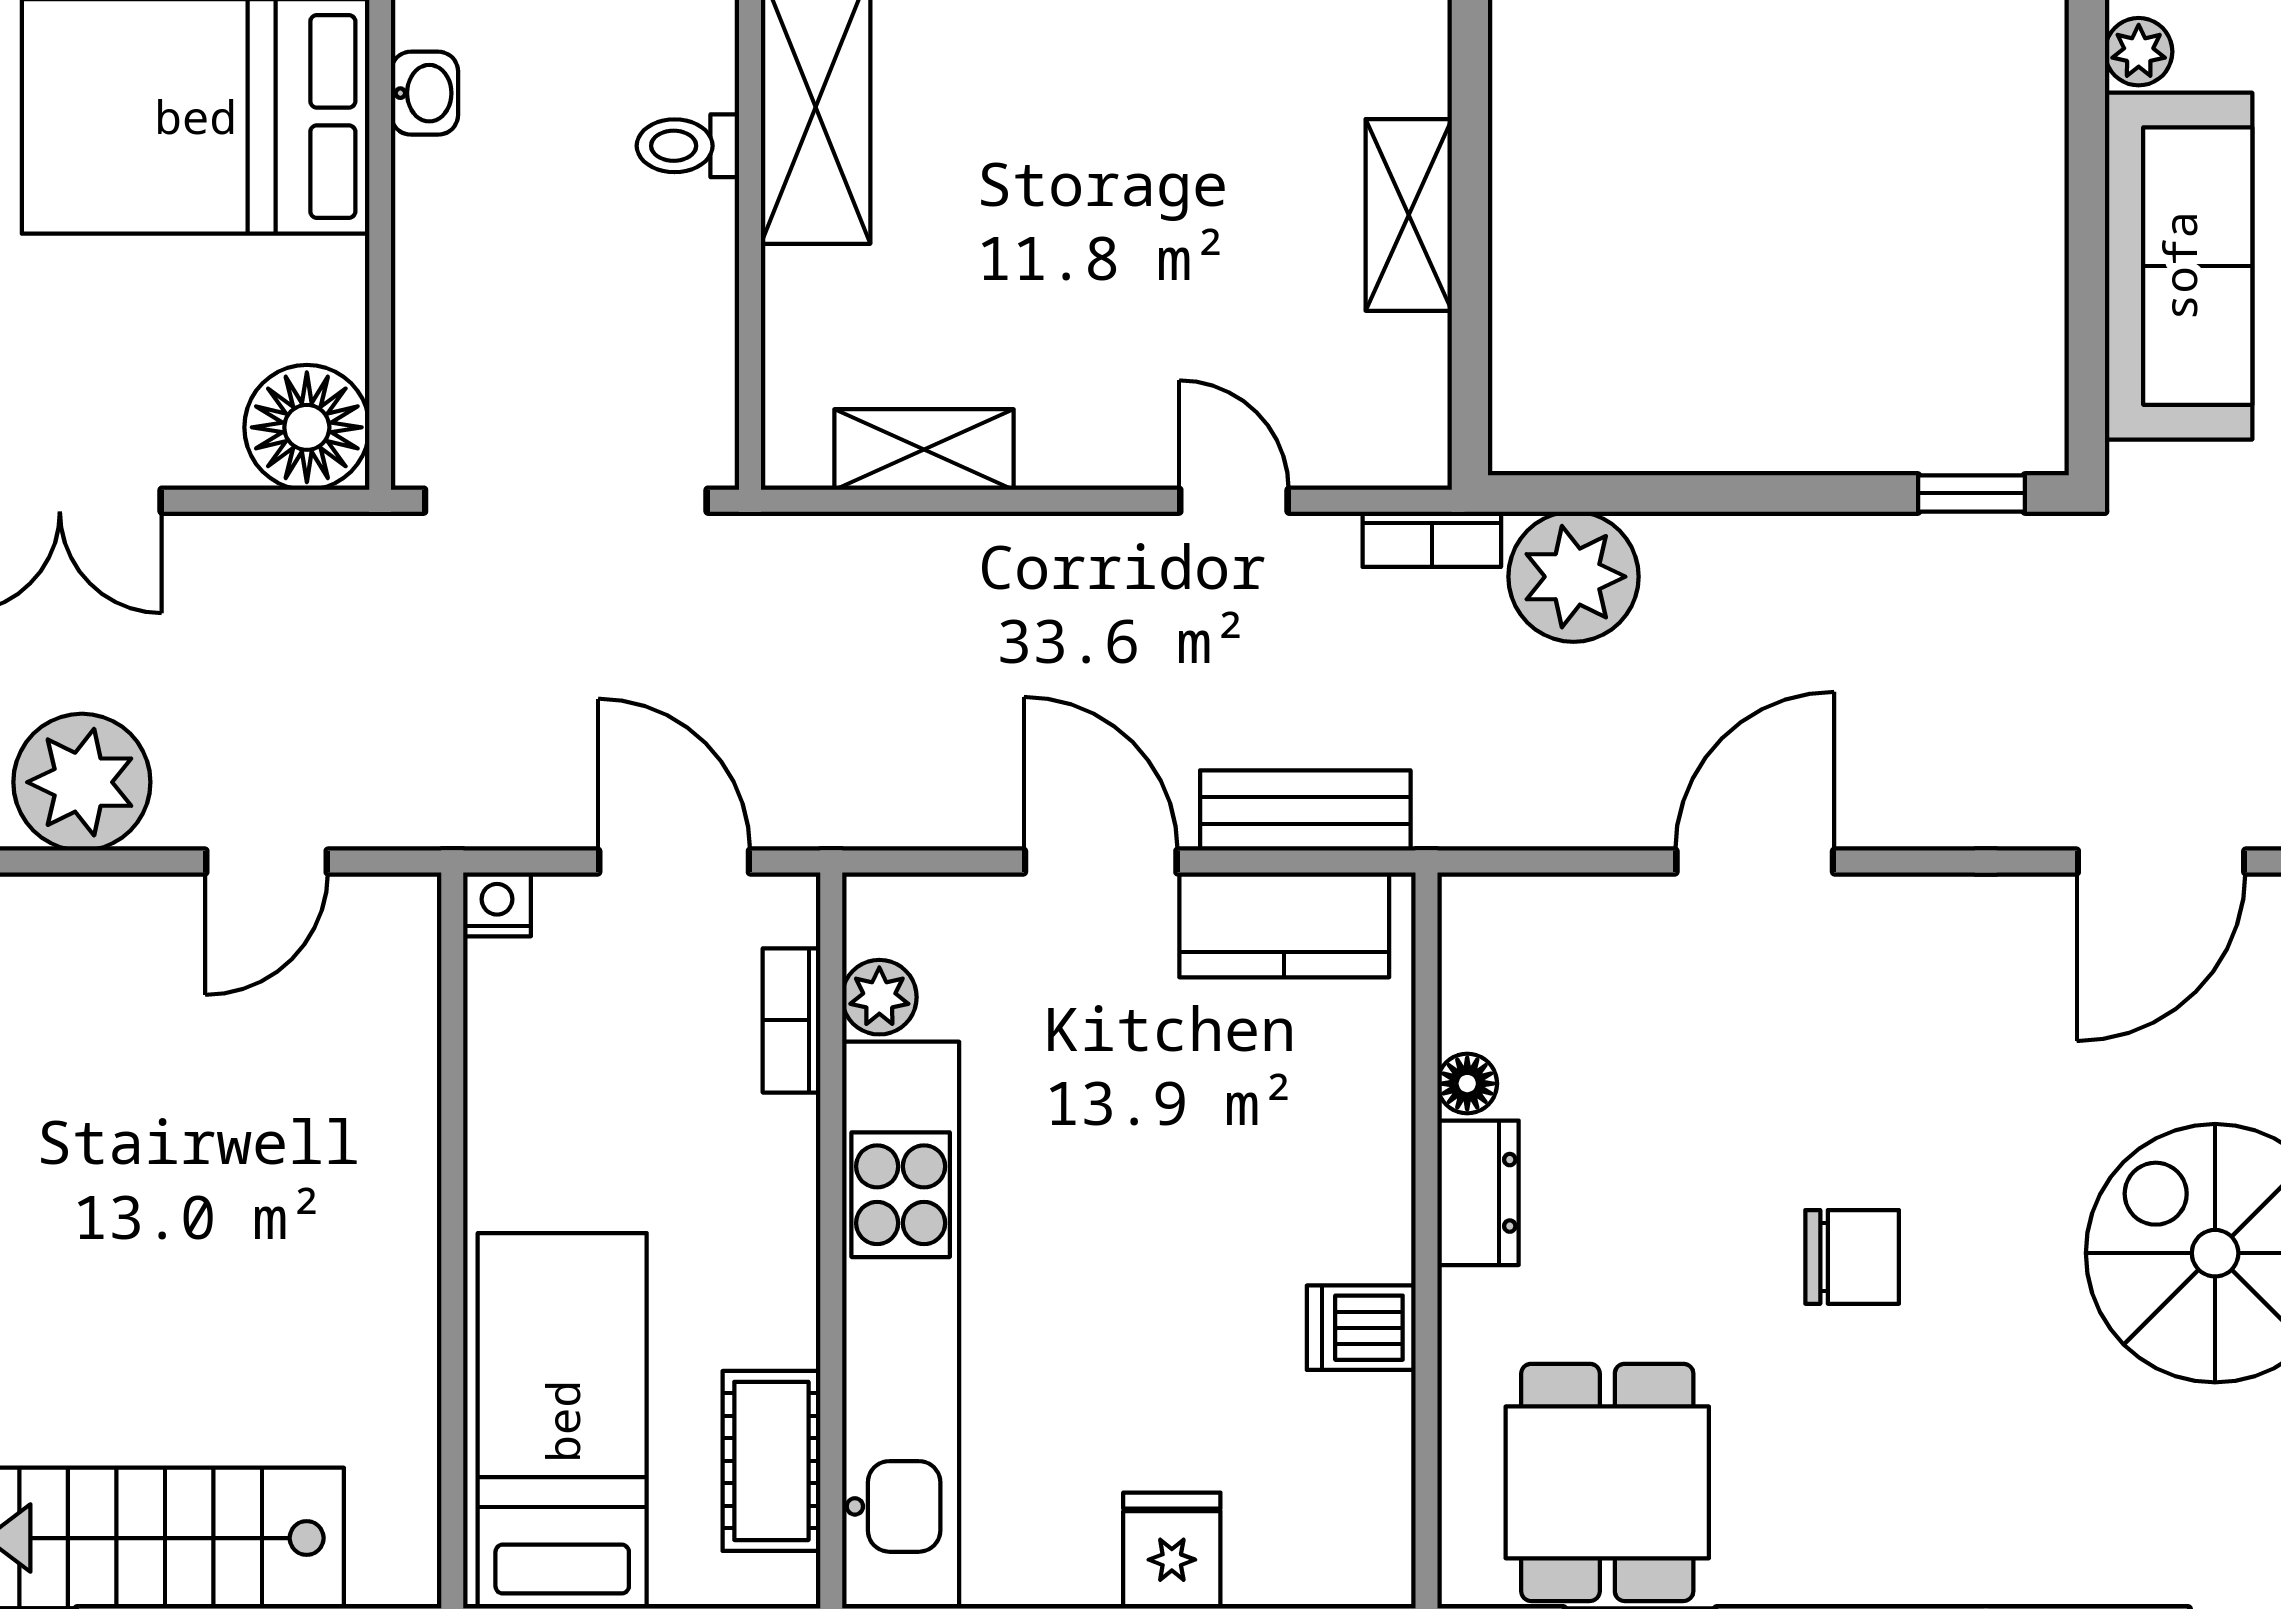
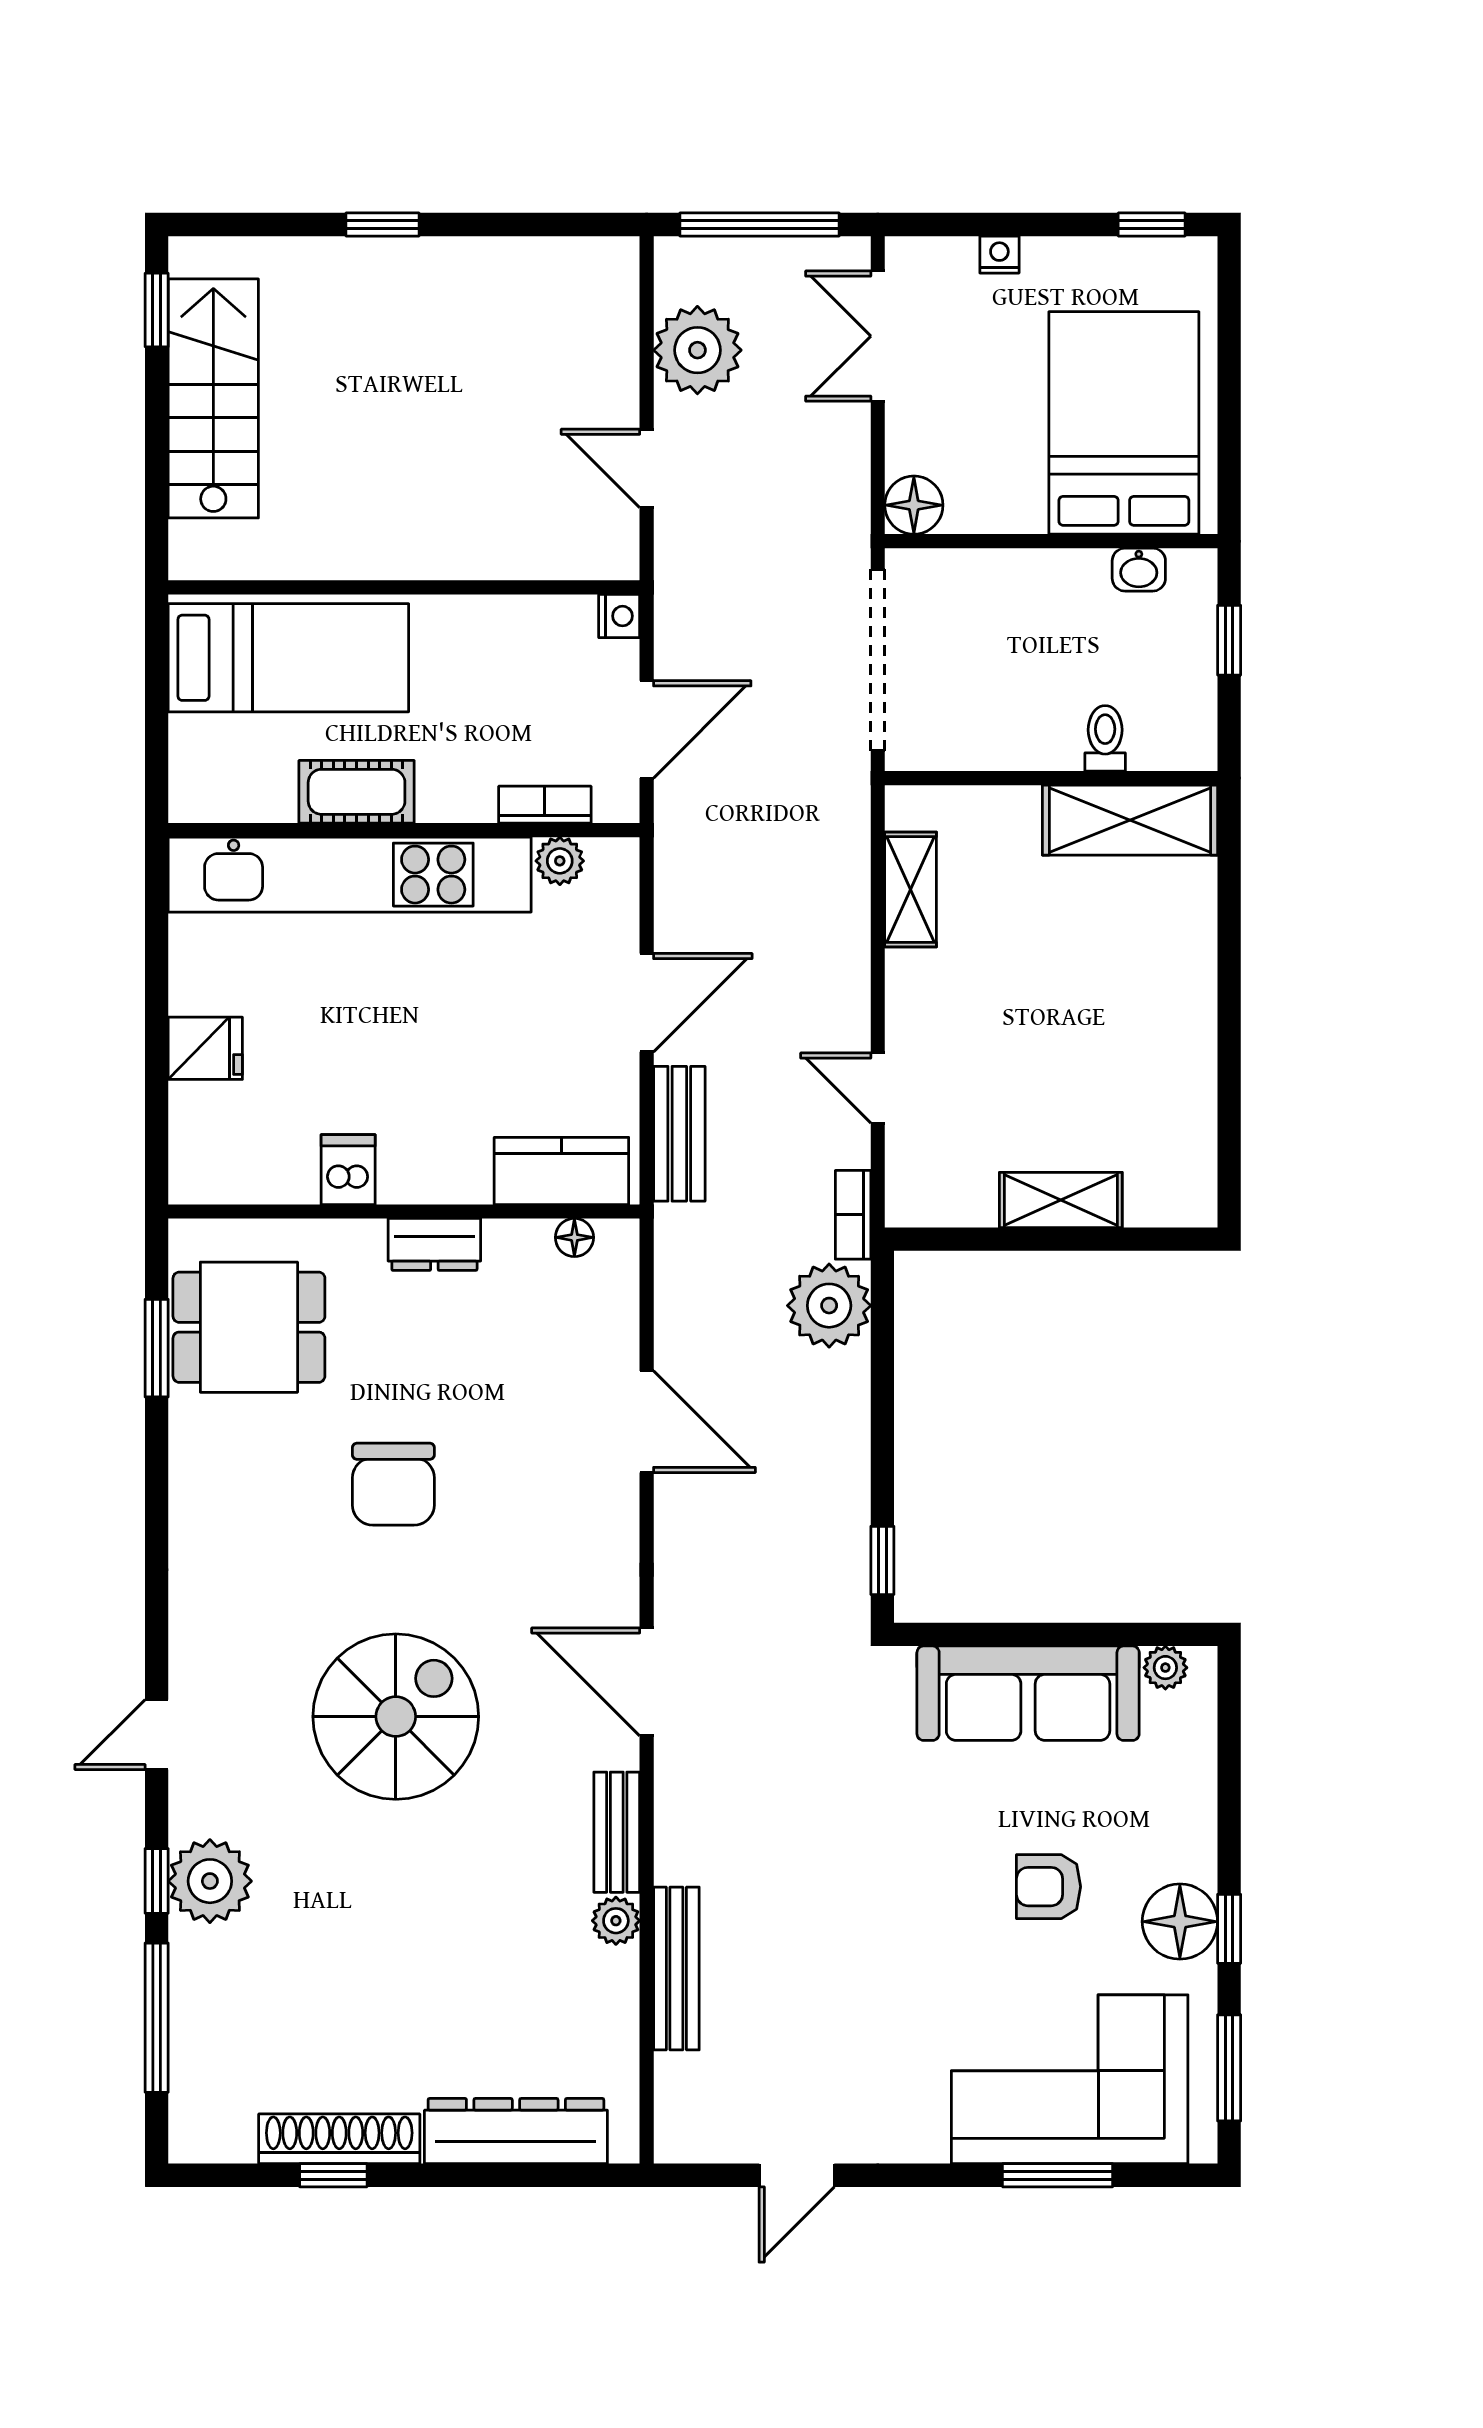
floor lamp: (307, 427) -> (914, 505), width x0.73, depth x0.73
door: (1234, 501) -> (878, 1088), swing flipped
kitchen counter: (1284, 925) -> (561, 1171), moved, turned 90
floor lamp: (1467, 1084) -> (574, 1237), moved
chair: (1852, 1257) -> (393, 1484), width x1.37, depth x1.37
cot: (771, 1461) -> (357, 792), moved

